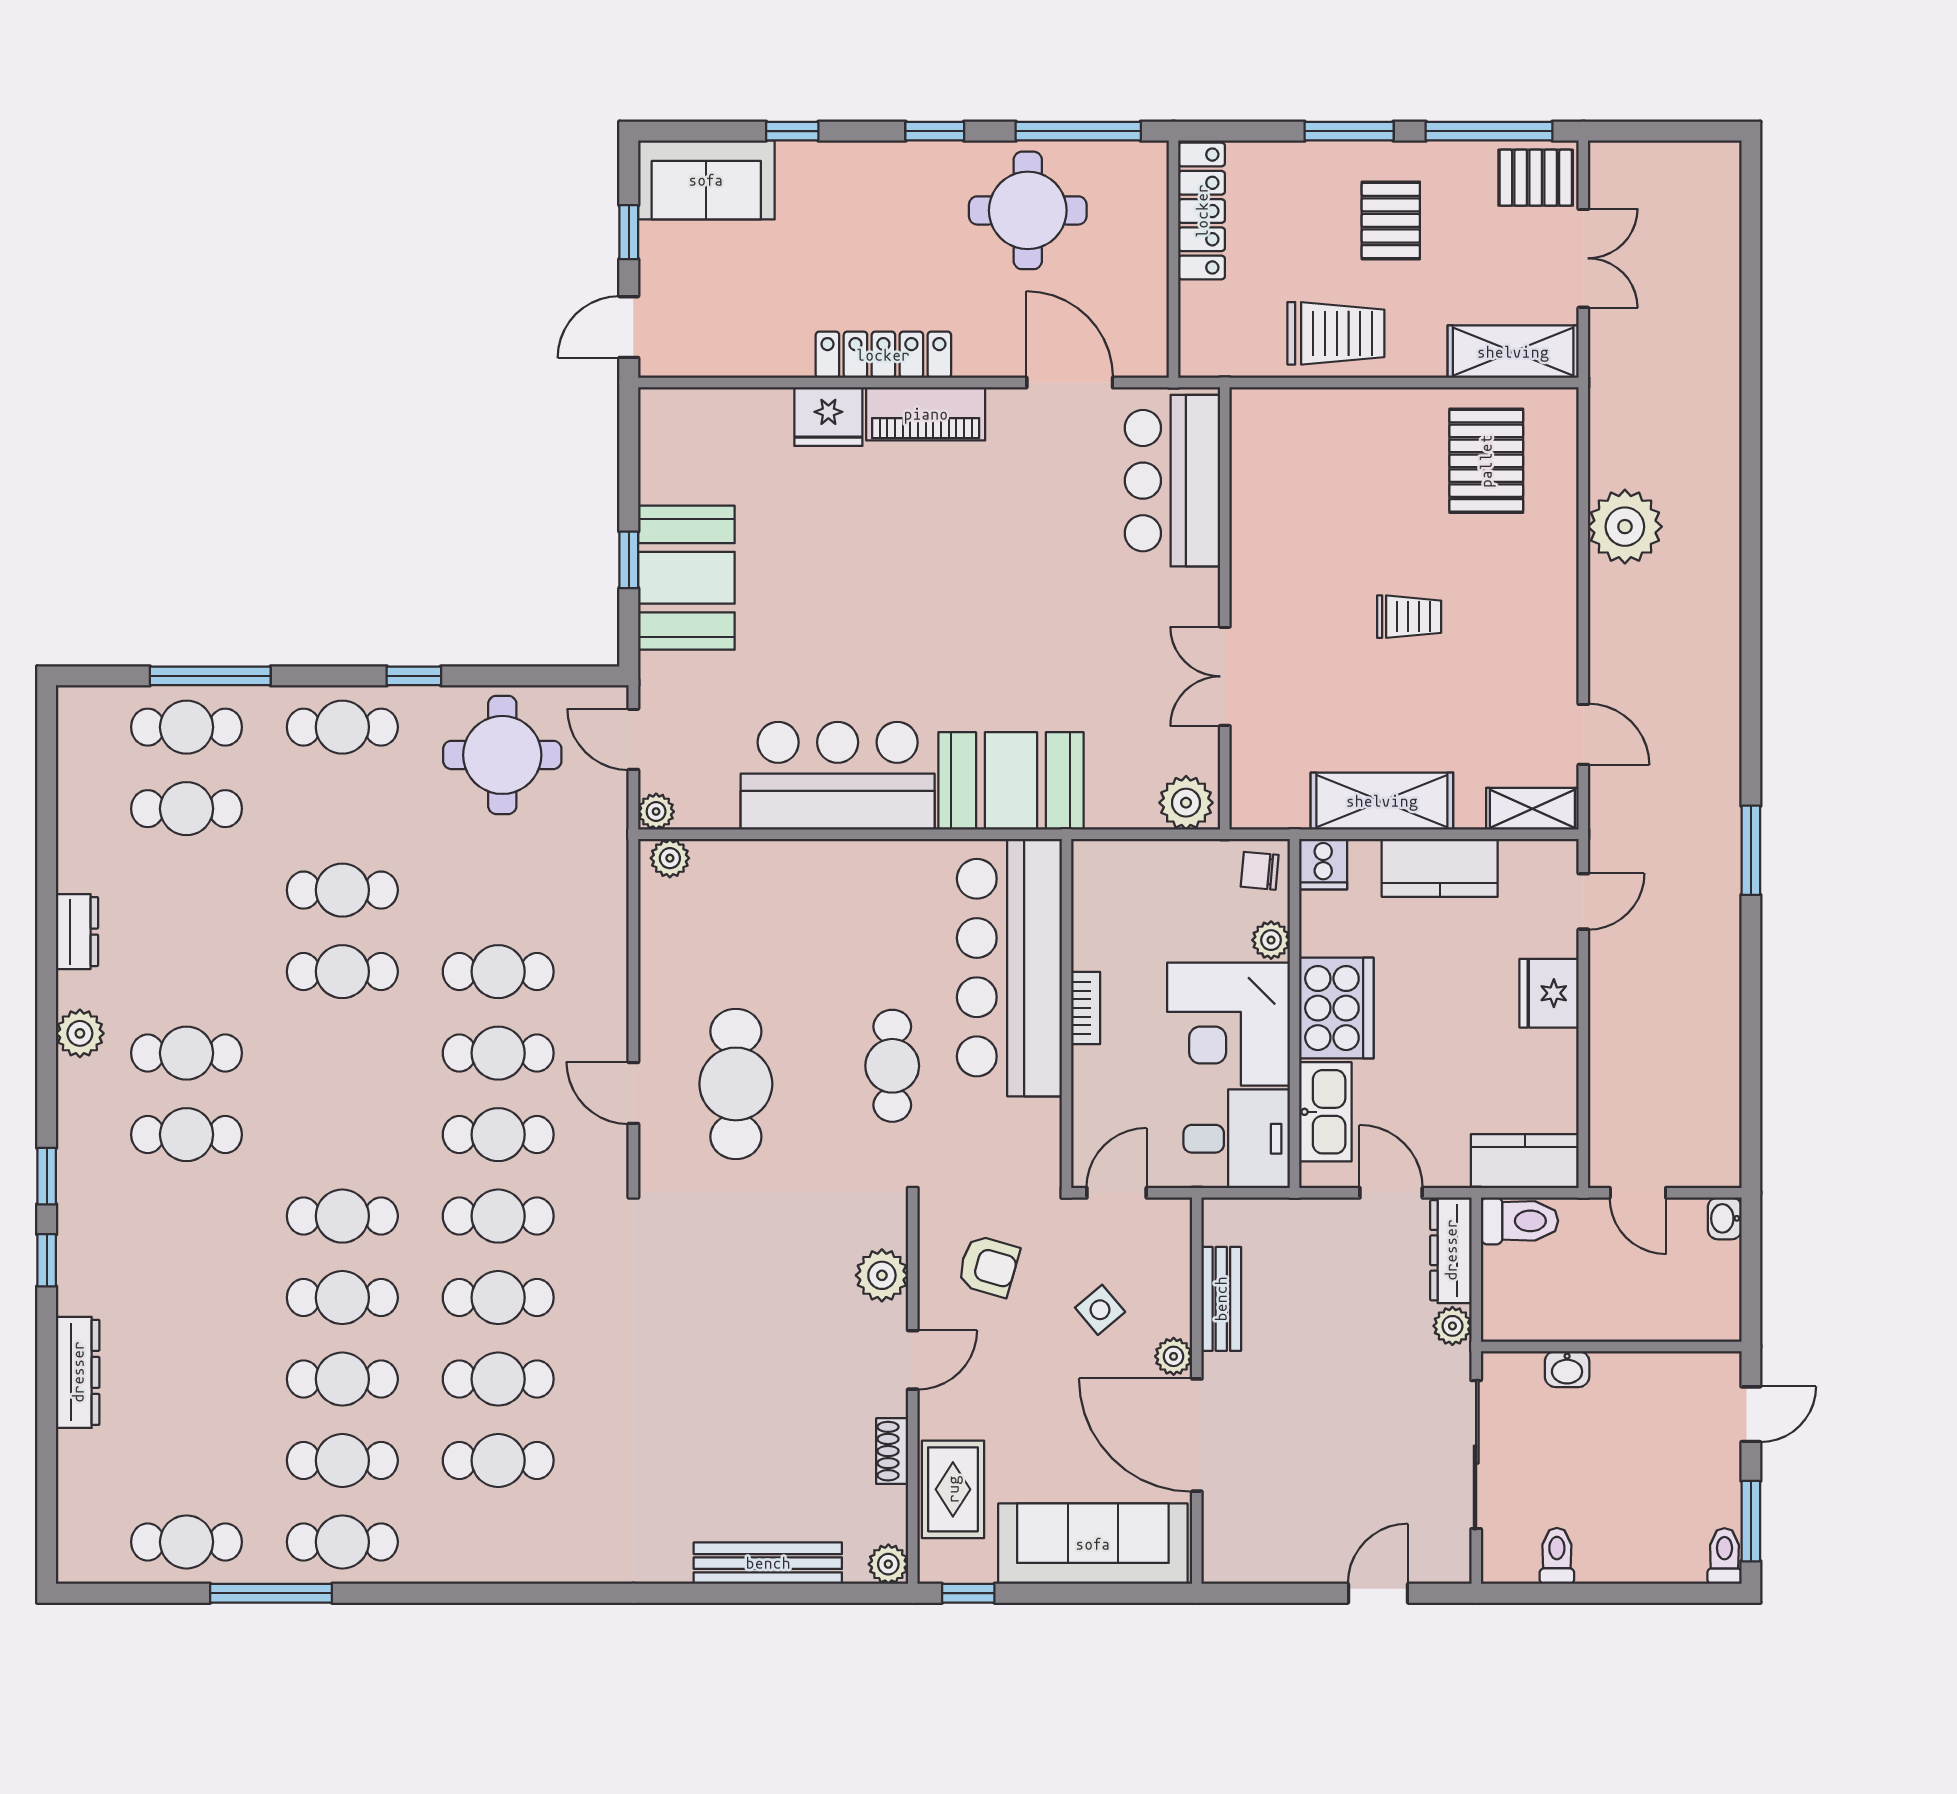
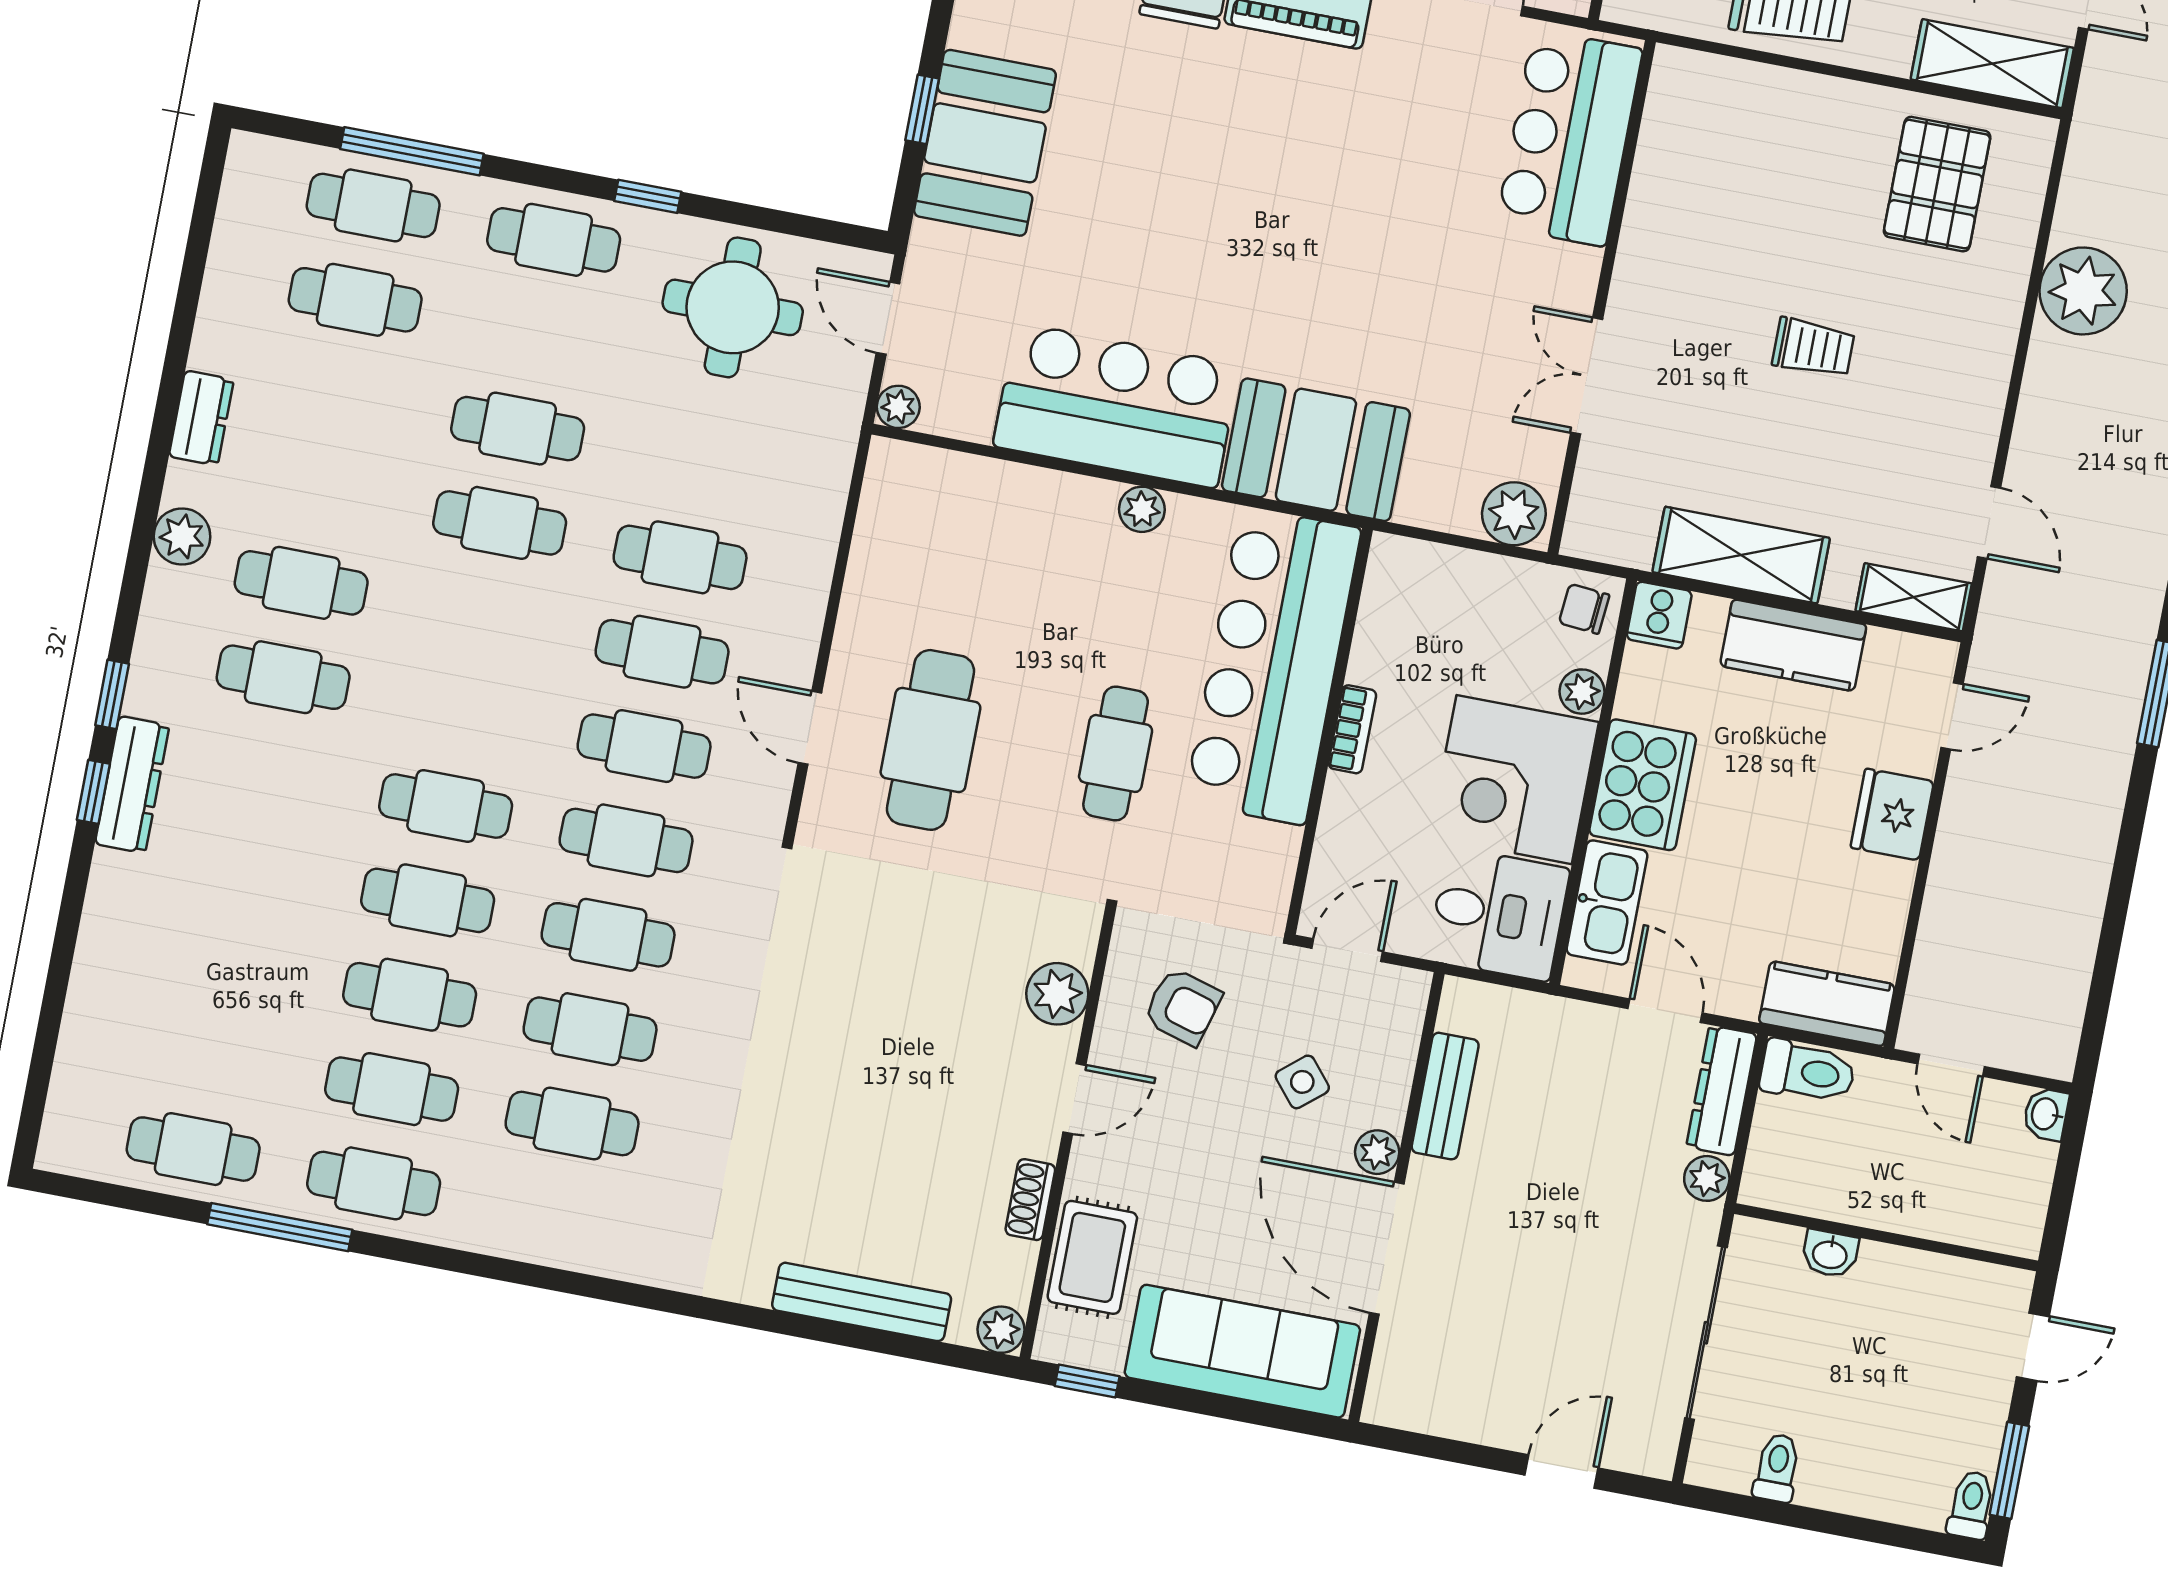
plant: (670, 858) -> (1142, 509), moved
dresser: (78, 1372) -> (132, 785), moved

